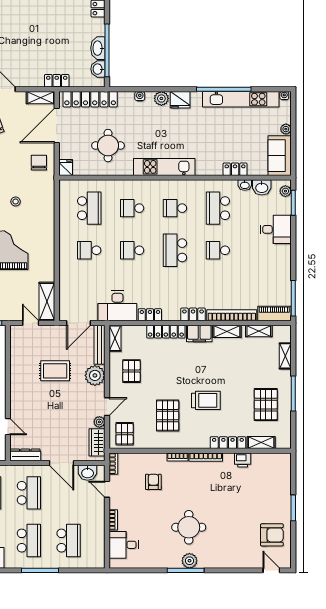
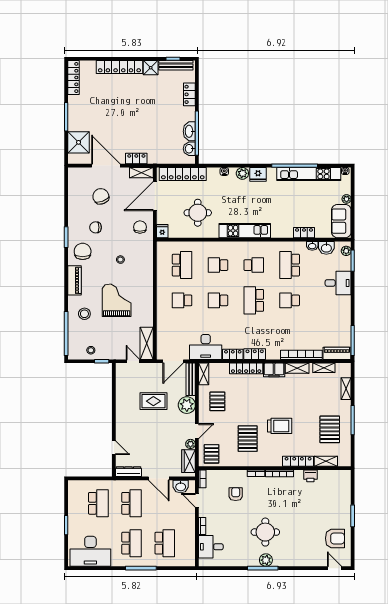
locker: (57, 81) -> (136, 159), moved
school desk: (175, 208) -> (254, 265), turned 180
locker: (193, 314) -> (255, 354), moved

